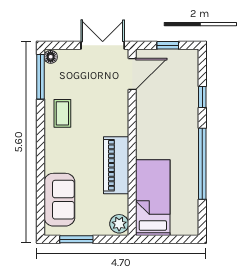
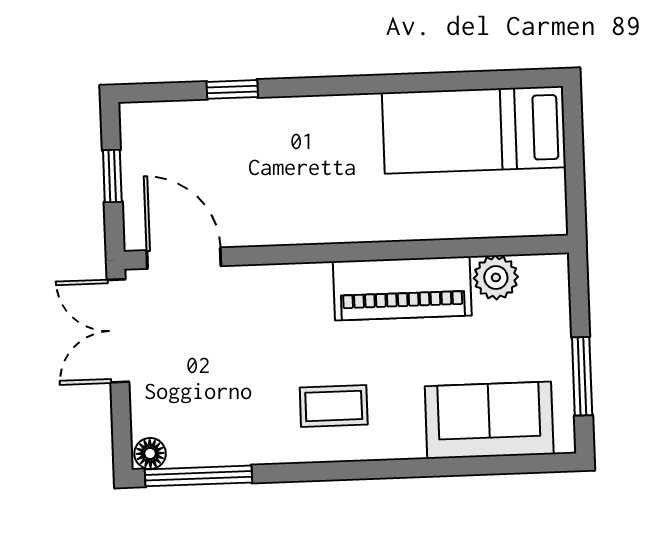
coffee table: (62, 113) -> (334, 406), moved
window: (202, 164) -> (391, 84), removed
bed: (153, 198) -> (474, 130), moved
plant: (119, 224) -> (496, 277), moved

